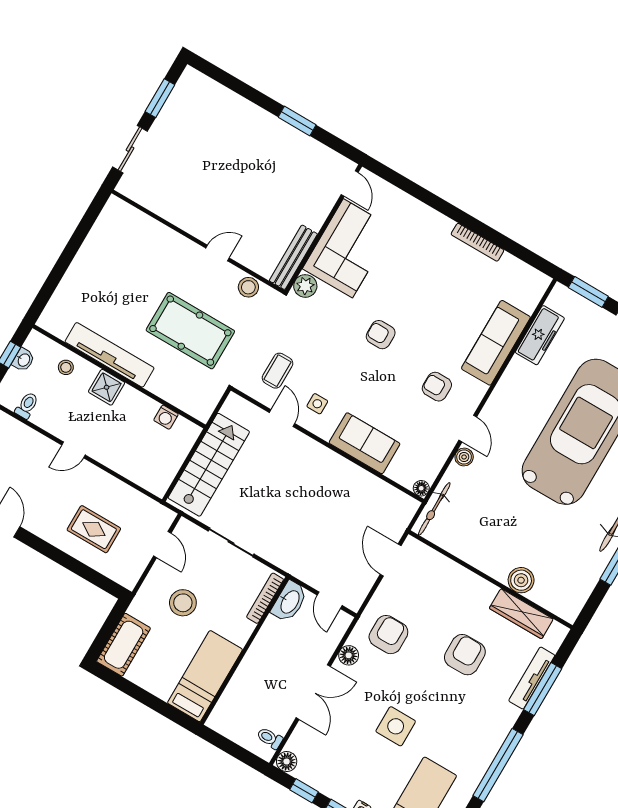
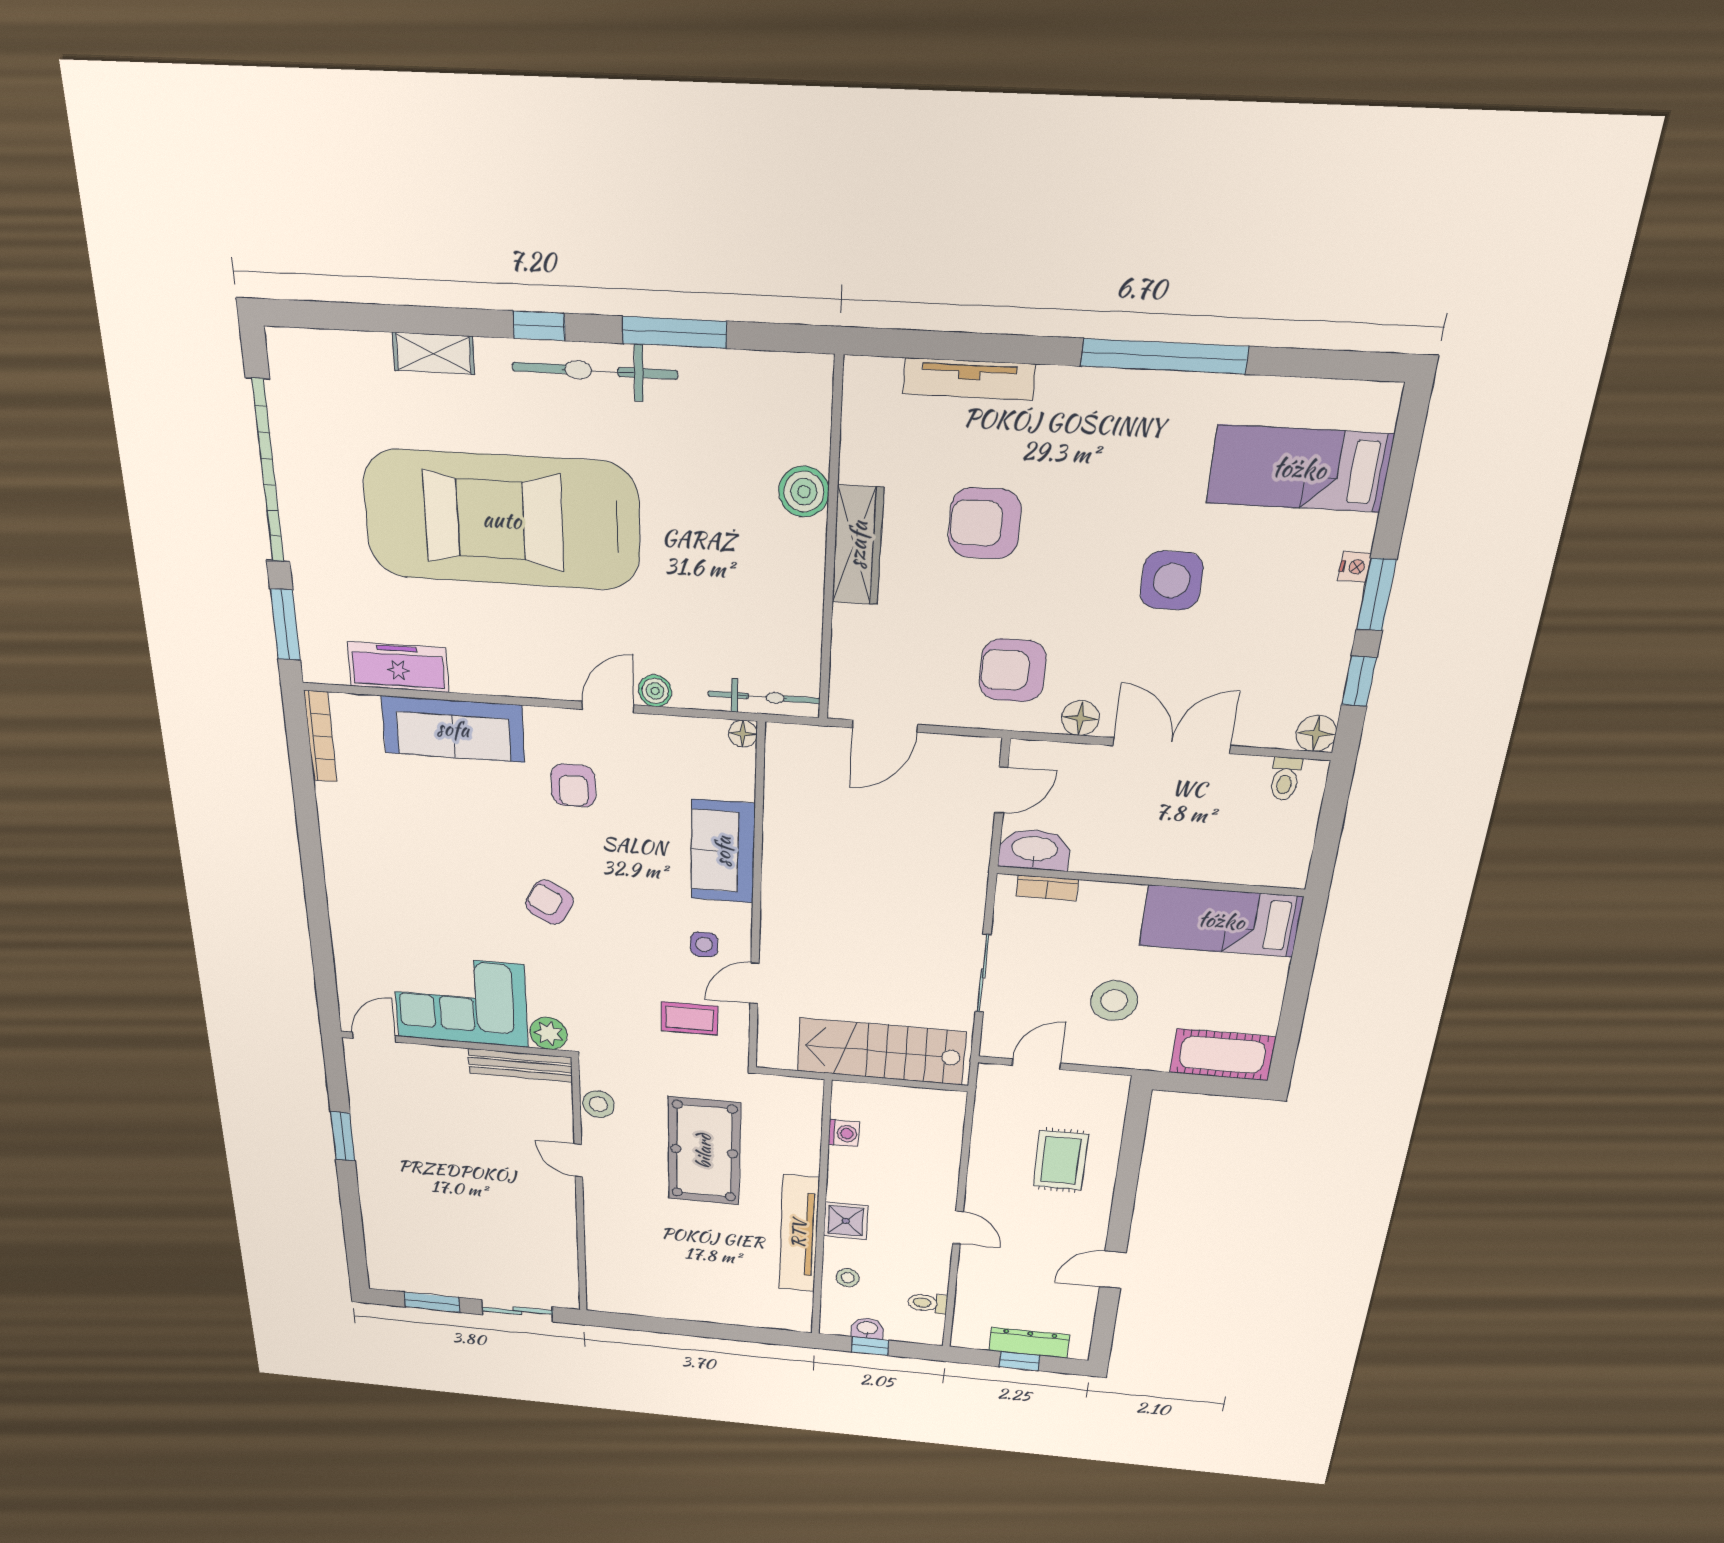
bookcase: (477, 242) -> (320, 736), moved
armchair: (381, 335) -> (549, 902), turned 119
bookcase: (265, 598) -> (1047, 888), width x0.64
wardrobe: (521, 614) -> (858, 545), moved
window: (543, 689) -> (980, 347), removed

